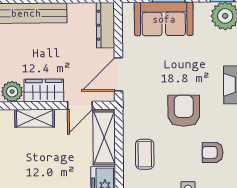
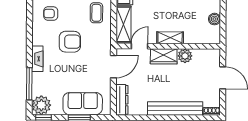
armchair: (184, 111) -> (70, 42), turned -90
armchair: (213, 152) -> (51, 14), turned 180

